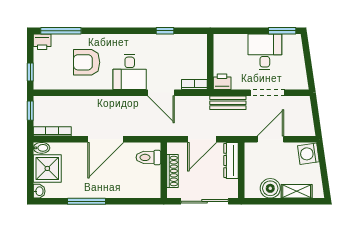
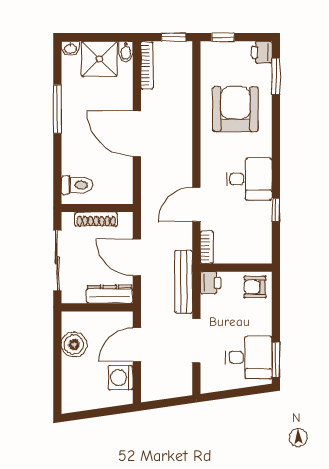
window: (61, 31) -> (276, 76), width x0.69
armchair: (225, 47) -> (255, 287), added
desk: (265, 52) -> (249, 357), moved
armchair: (87, 62) -> (235, 109), width x1.36, depth x1.36
desk: (130, 72) -> (249, 179), moved, turned 180
bench: (228, 103) -> (184, 282), width x1.36
door: (270, 139) -> (137, 345), swing flipped
washing machine: (308, 154) -> (121, 378), moved, turned -82
toilet: (148, 157) -> (77, 185), moved, turned 90
shelving: (297, 191) -> (70, 378), removed

